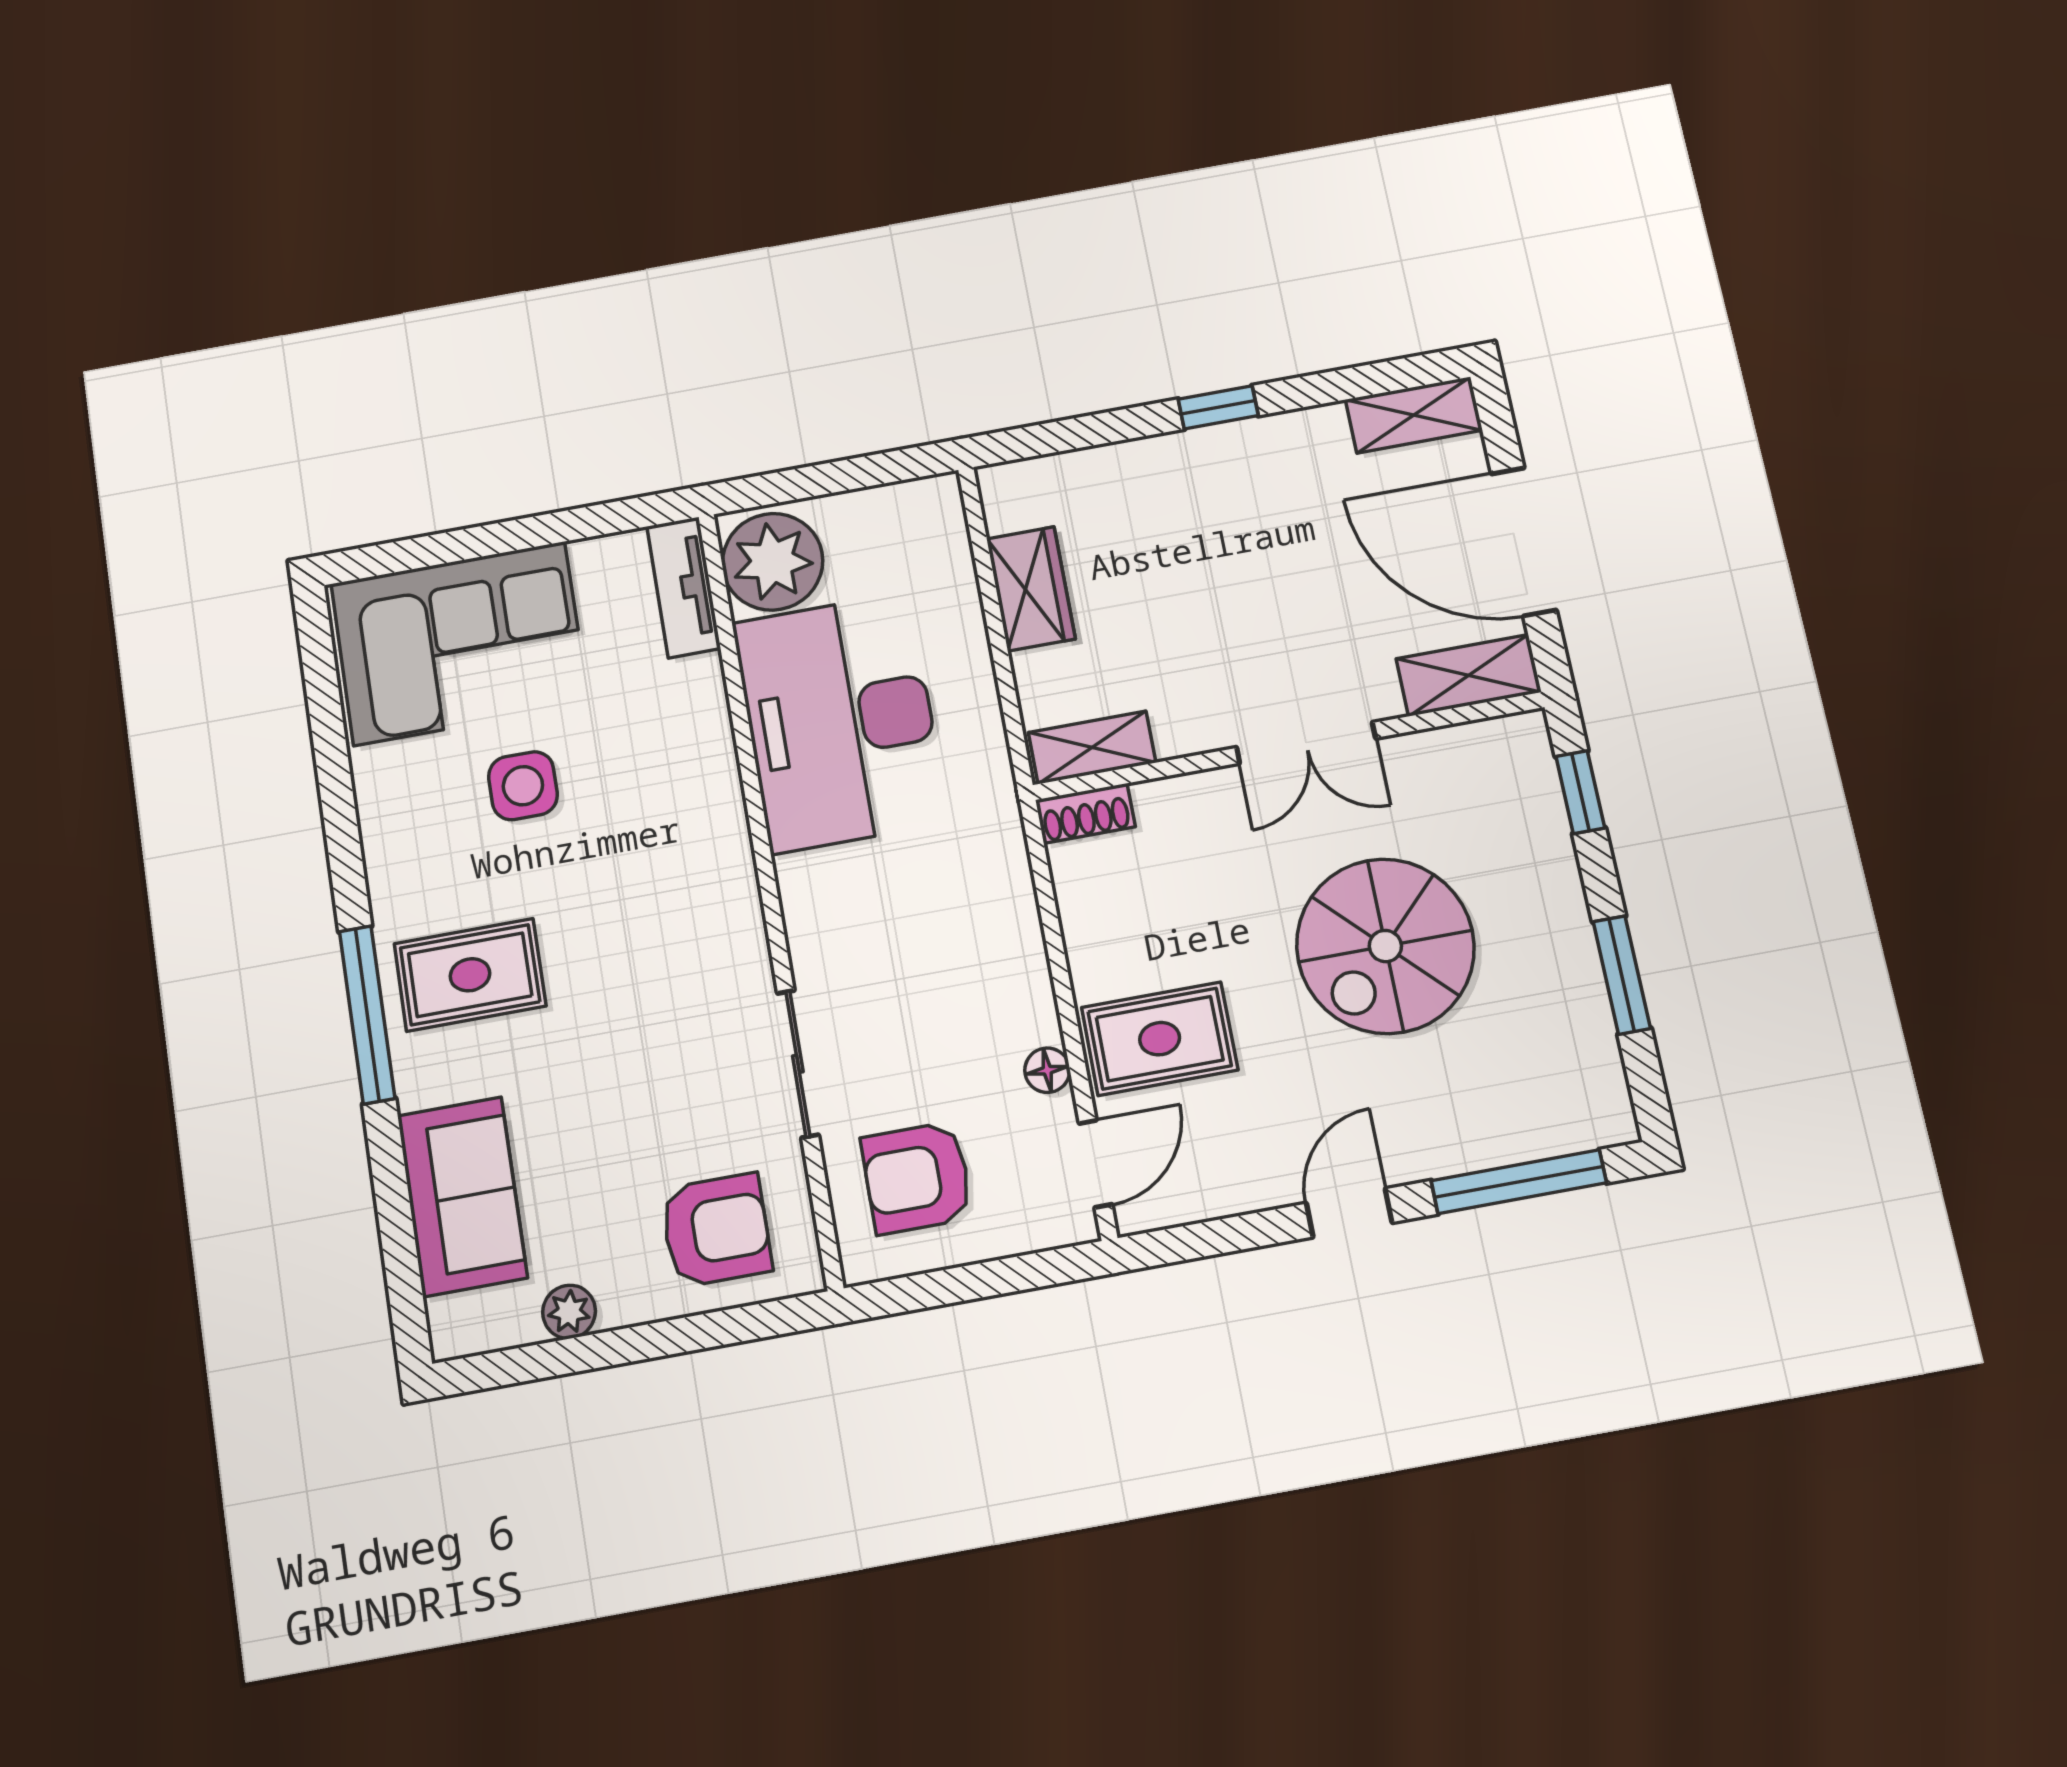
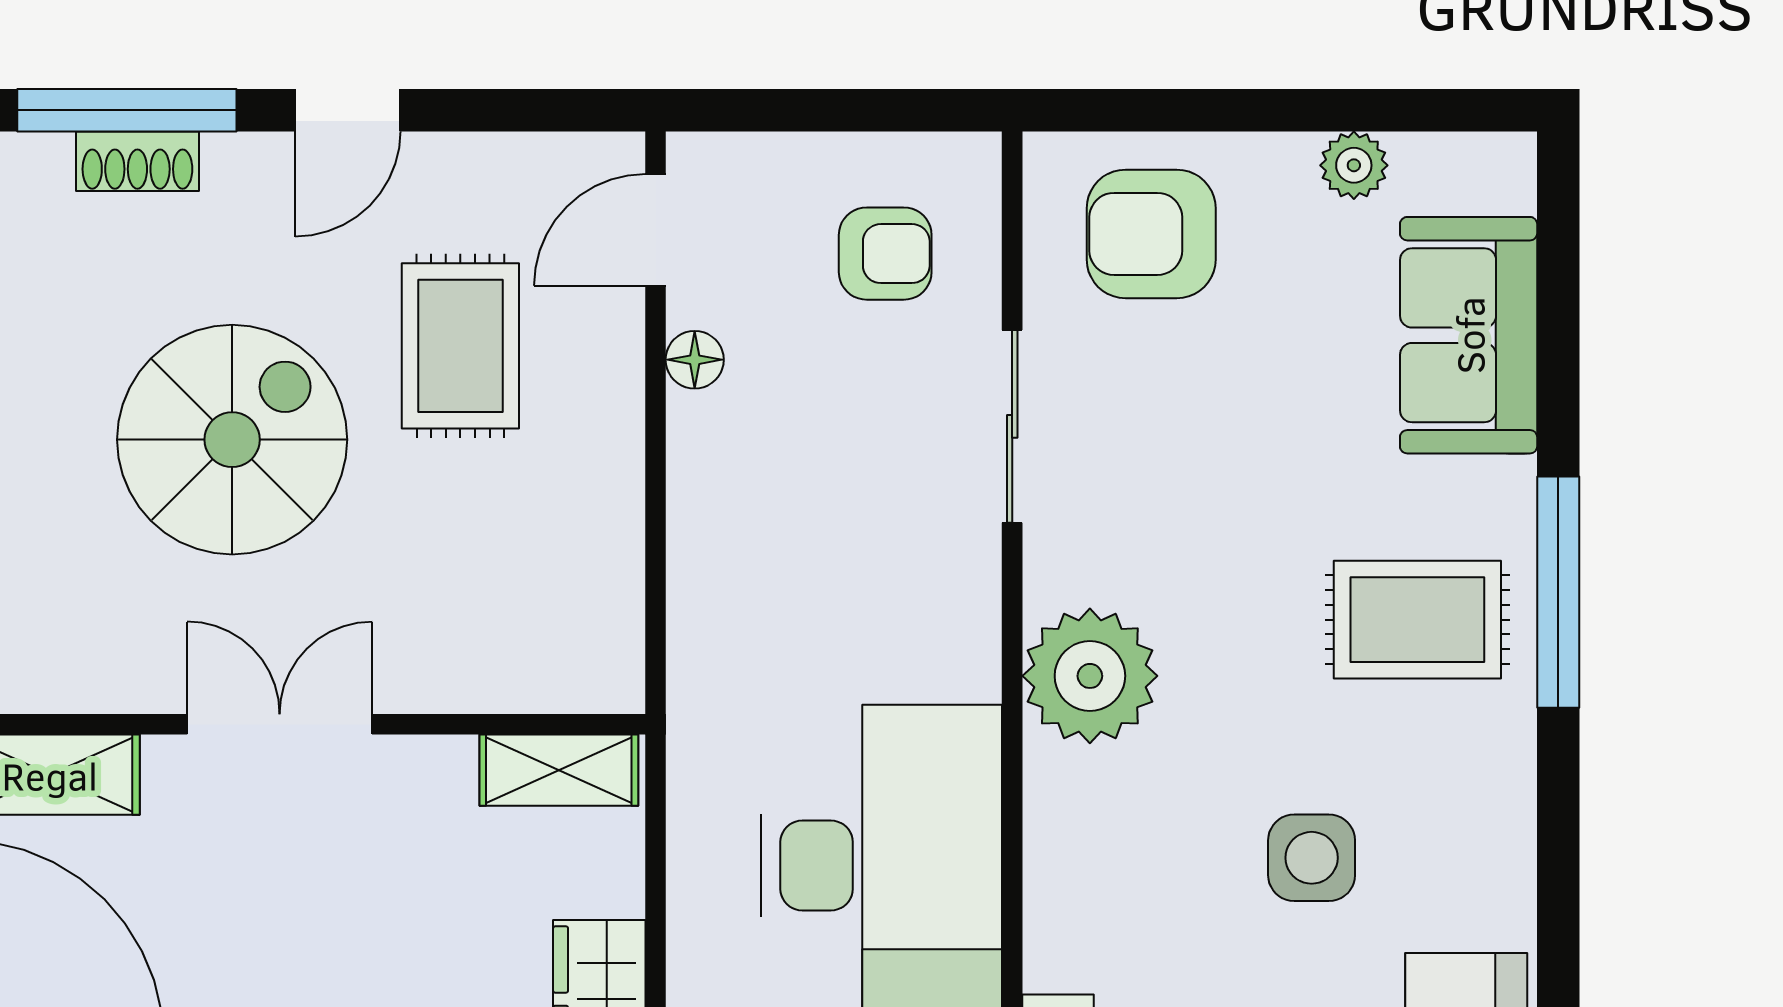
shoe rack: (1085, 813) -> (137, 161), moved, turned 180
plant: (709, 888) -> (1090, 676), added
rug: (1160, 1039) -> (460, 346), moved, turned 90
armchair: (917, 1178) -> (885, 254), width x0.72, depth x0.72

